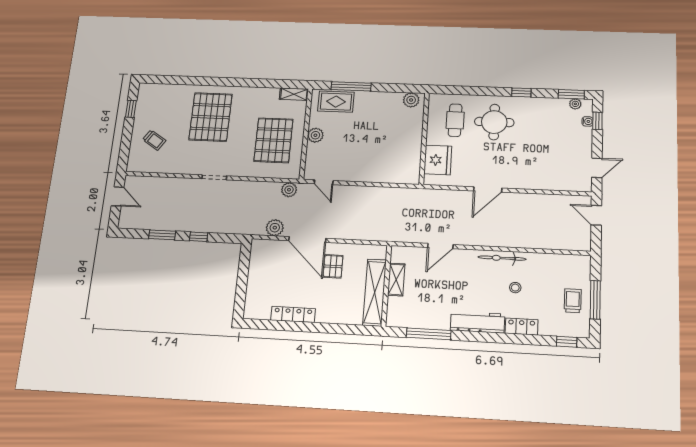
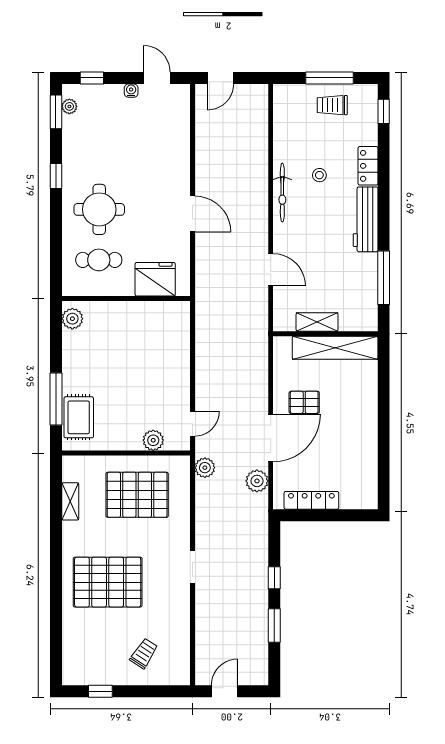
shelving: (294, 94) -> (70, 501), moved
water cooler: (588, 121) -> (131, 91), moved
plant: (315, 135) -> (153, 440), moved
locker: (293, 314) -> (311, 500), moved, turned 90

